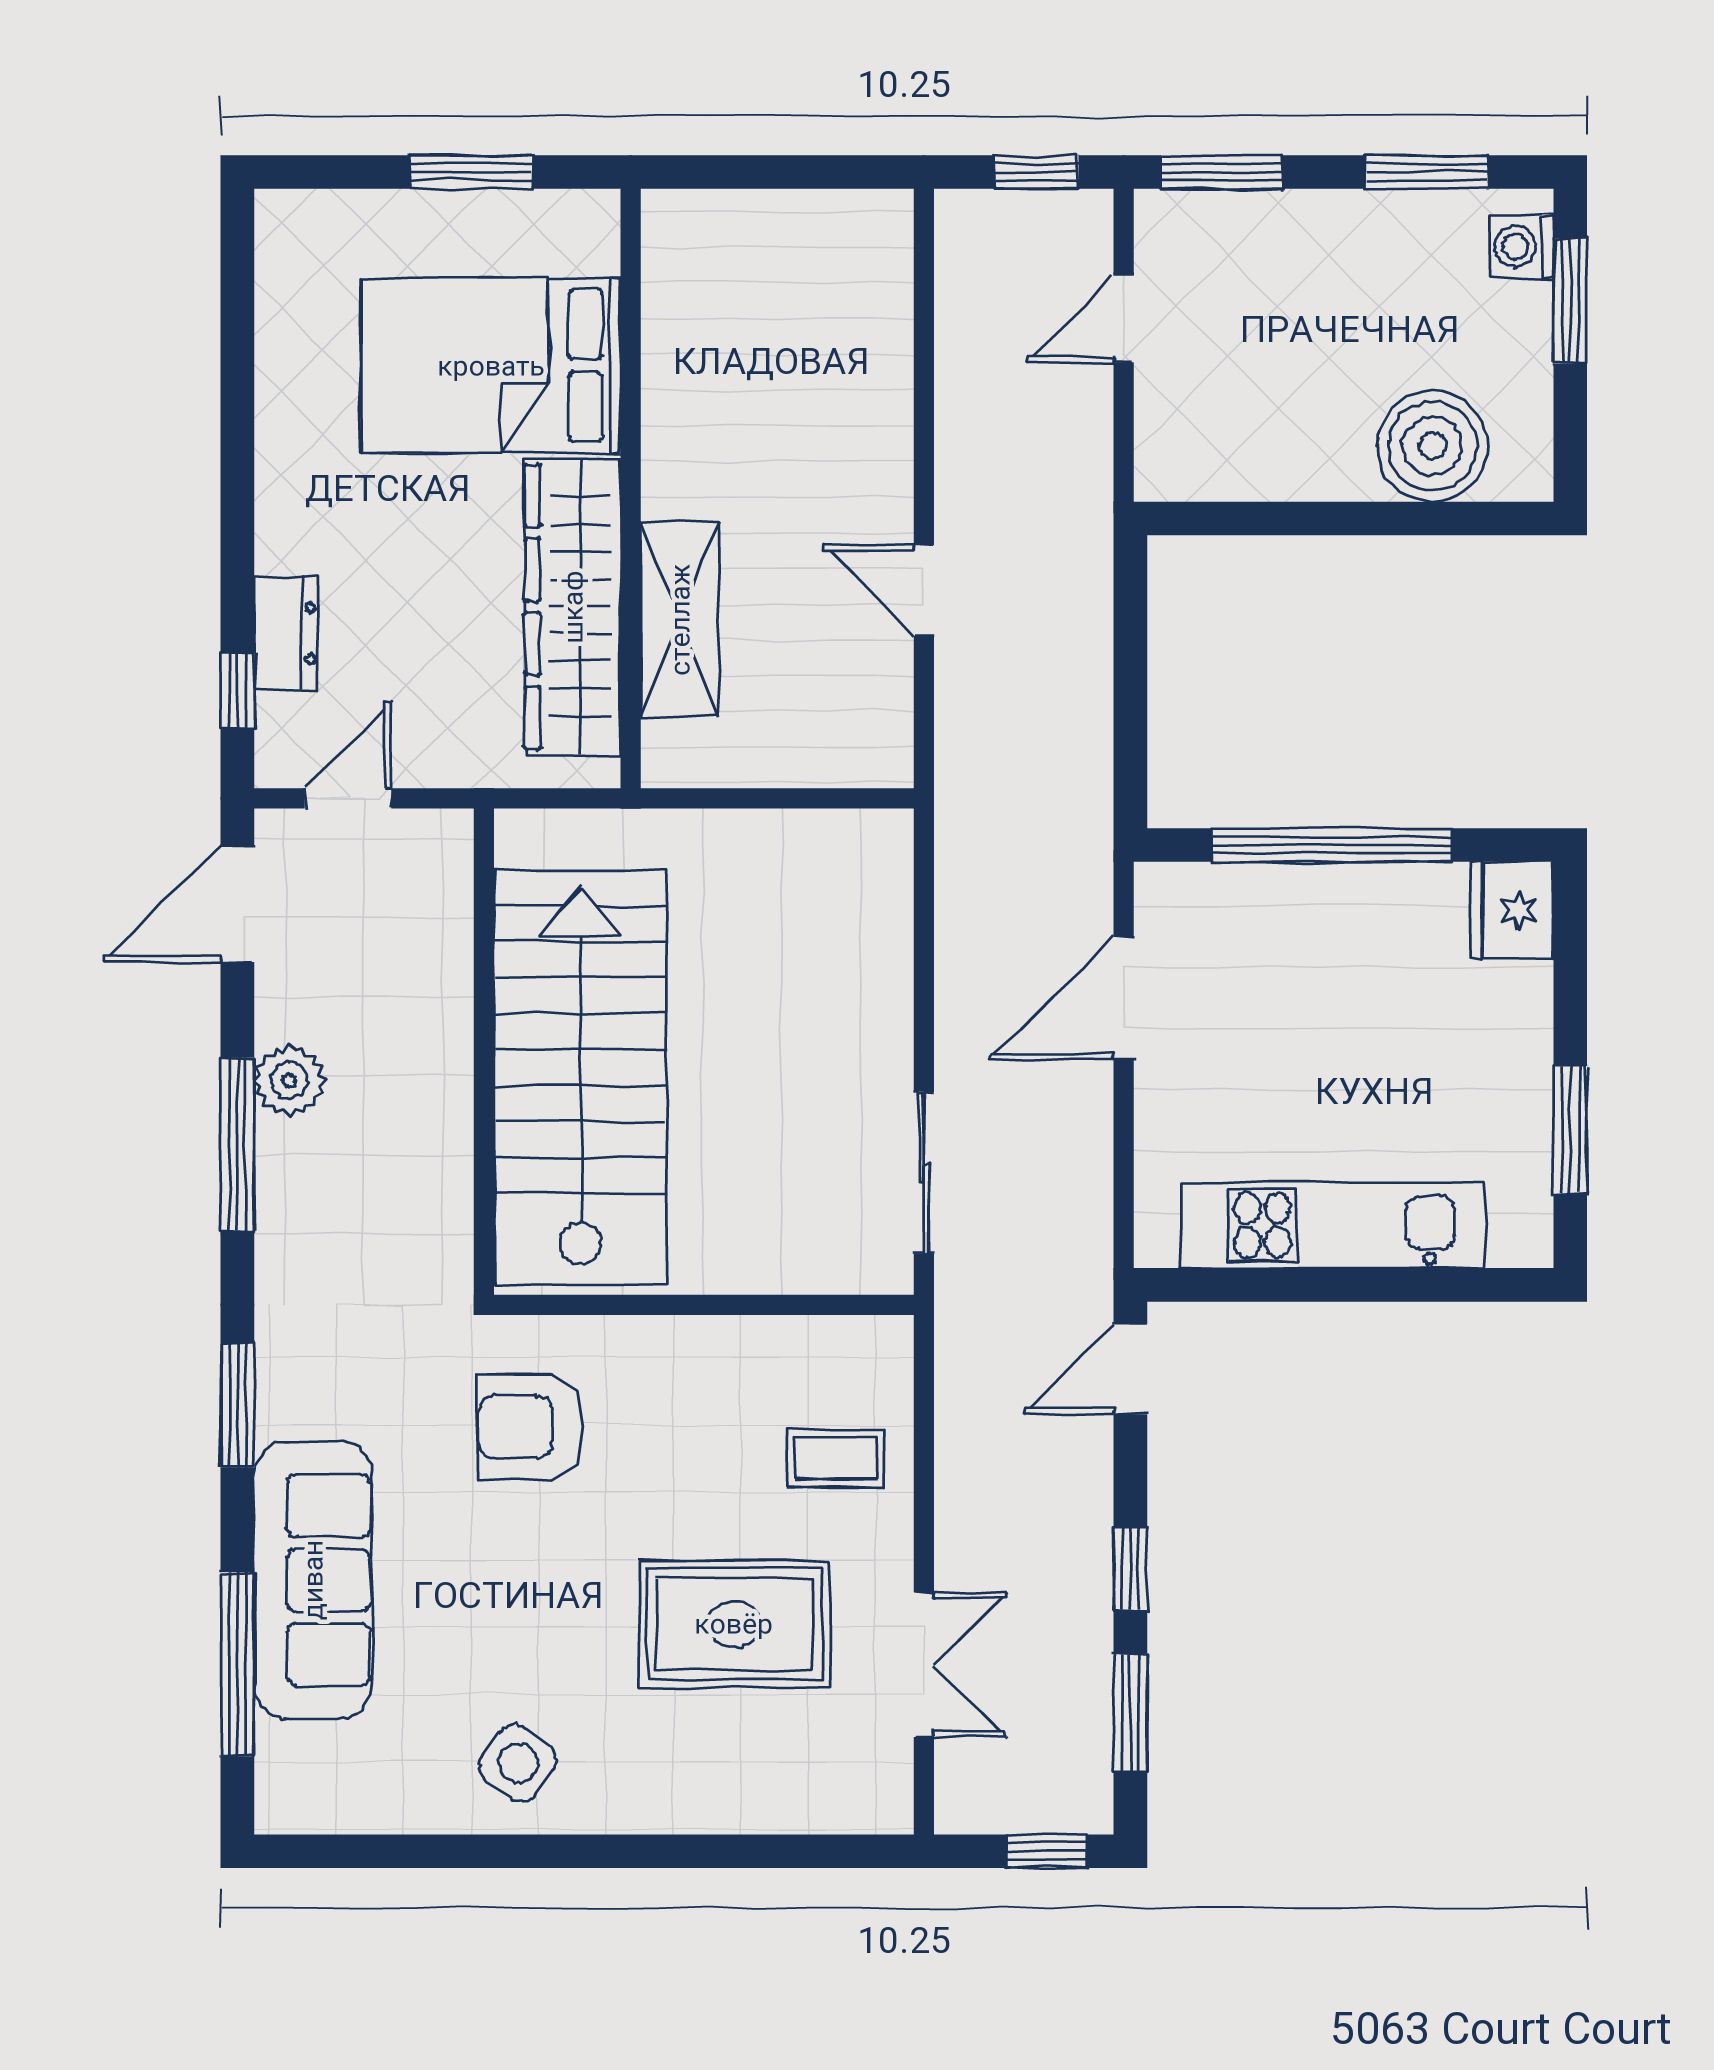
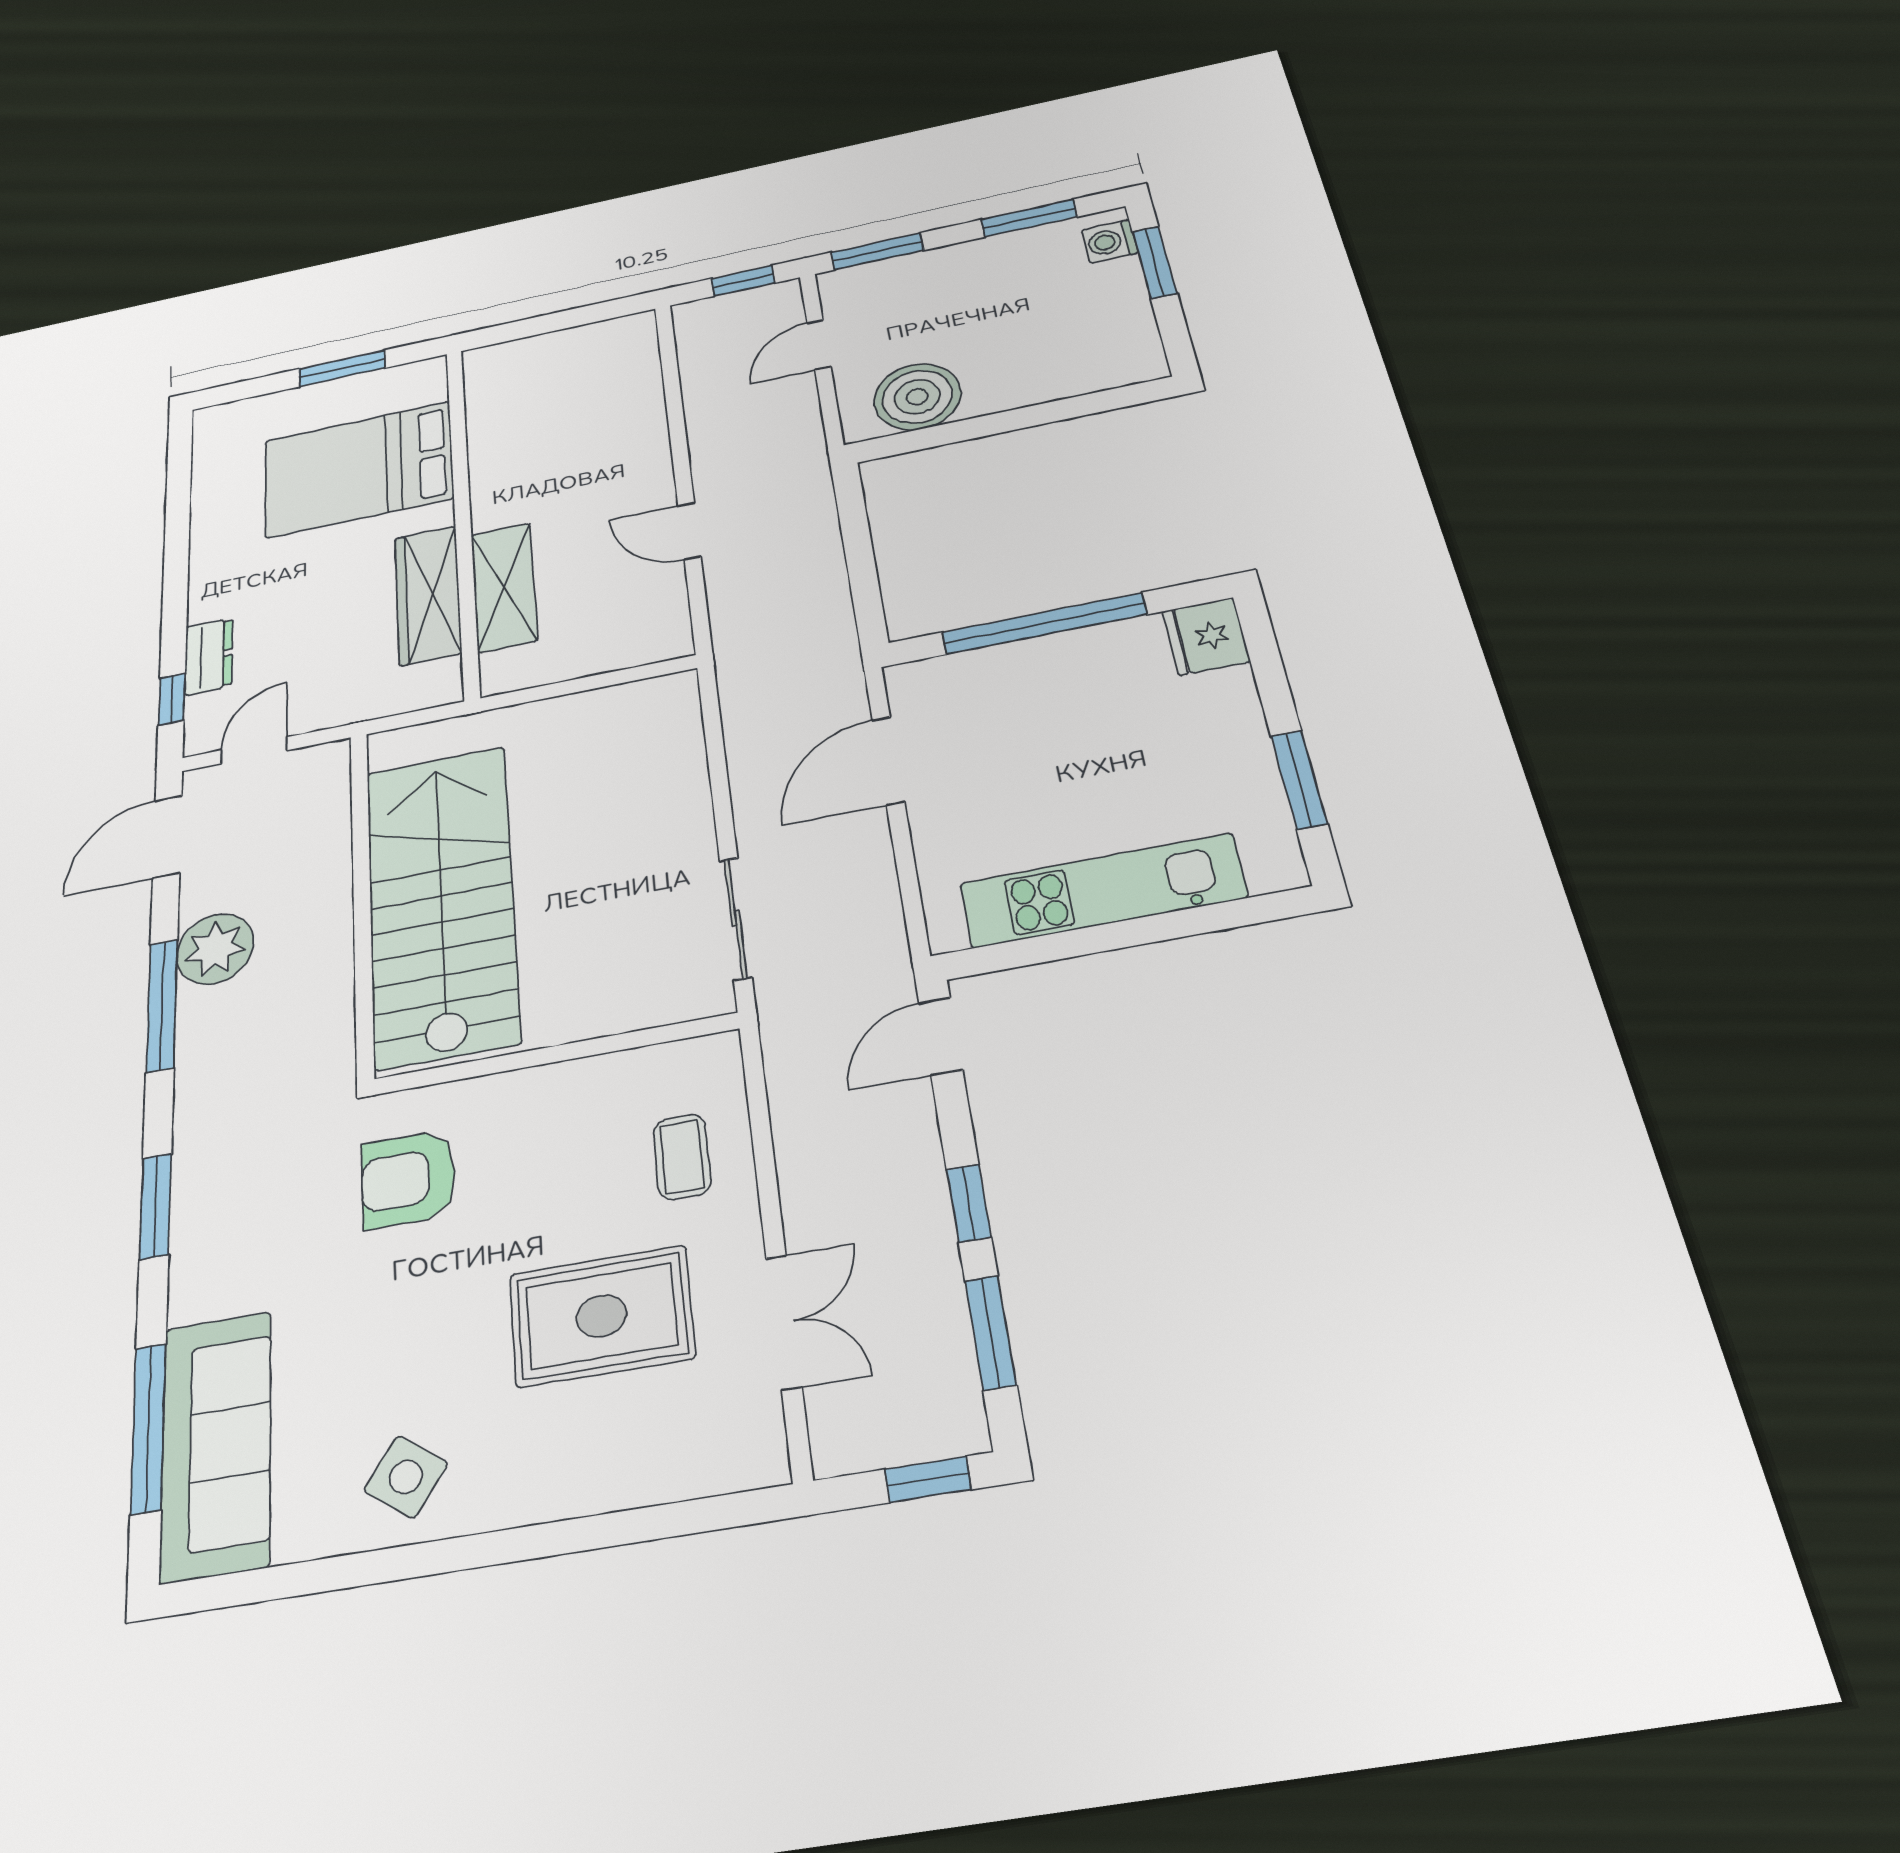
boiler: (1432, 446) -> (917, 397), moved
wardrobe: (573, 607) -> (428, 595), width x0.71, depth x0.85
plant: (289, 1080) -> (215, 949), width x1.36, depth x1.36
coffee table: (836, 1458) -> (682, 1157), turned 90
sofa: (313, 1580) -> (216, 1445), moved

